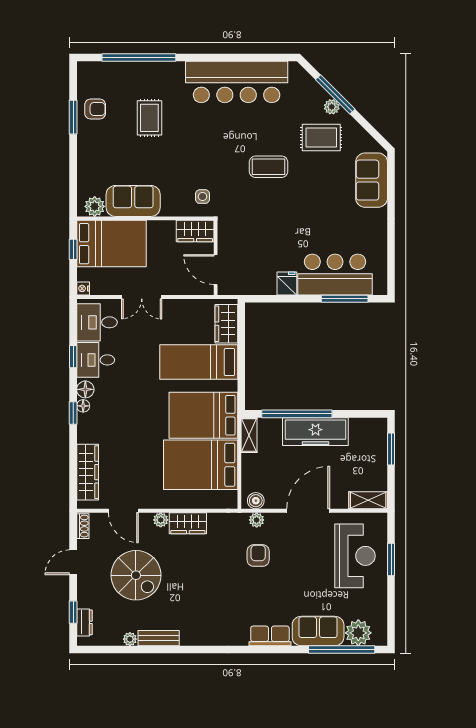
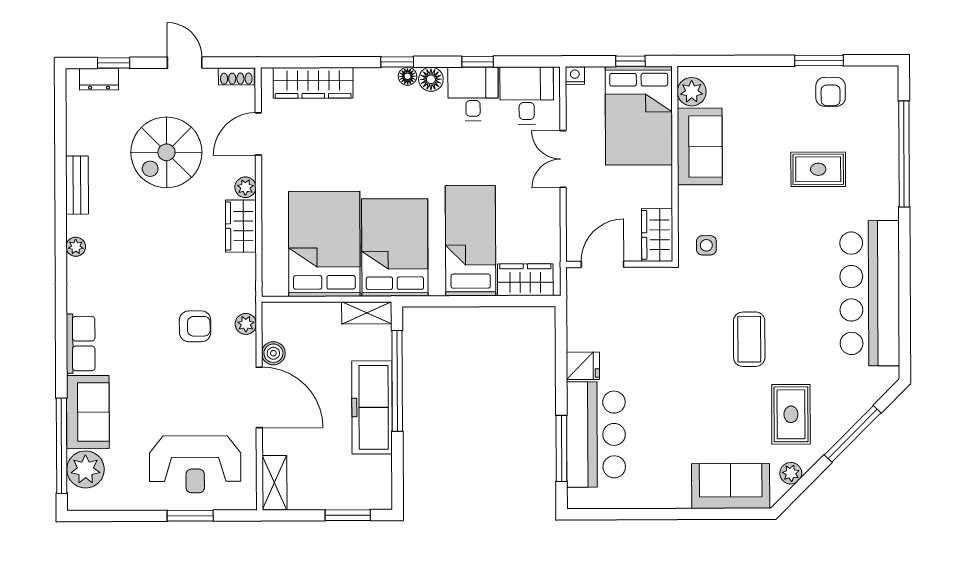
plant: (332, 107) -> (791, 473), moved
boiler: (256, 501) -> (273, 353), moved
plant: (130, 639) -> (76, 247), moved

